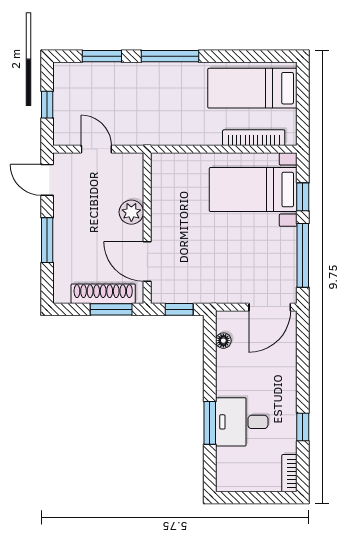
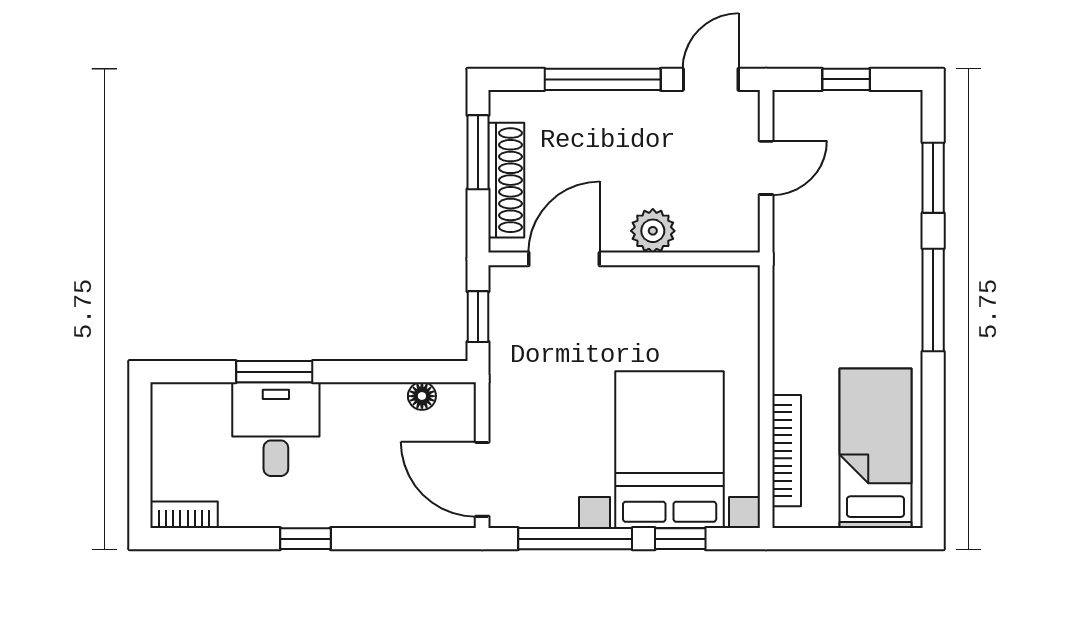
bed with nightstands: (253, 190) -> (670, 450), width x1.36
window: (47, 240) -> (603, 79), width x1.44
window: (111, 309) -> (478, 152), moved
window: (303, 427) -> (305, 539), moved

